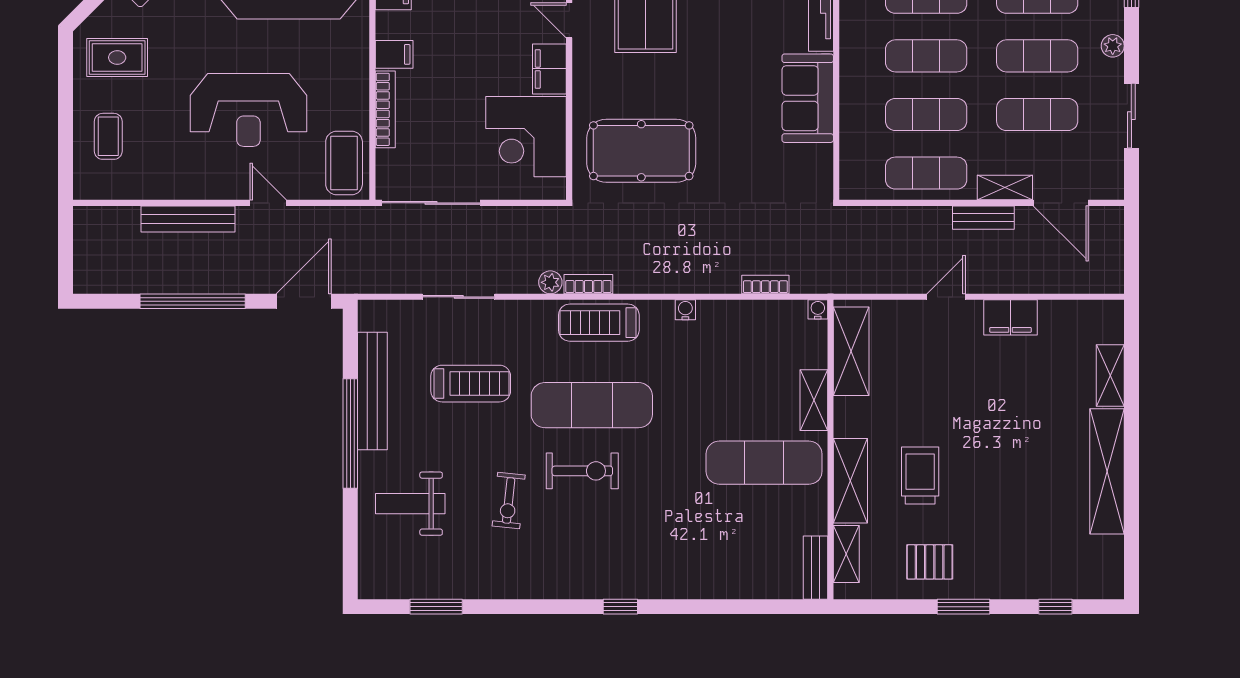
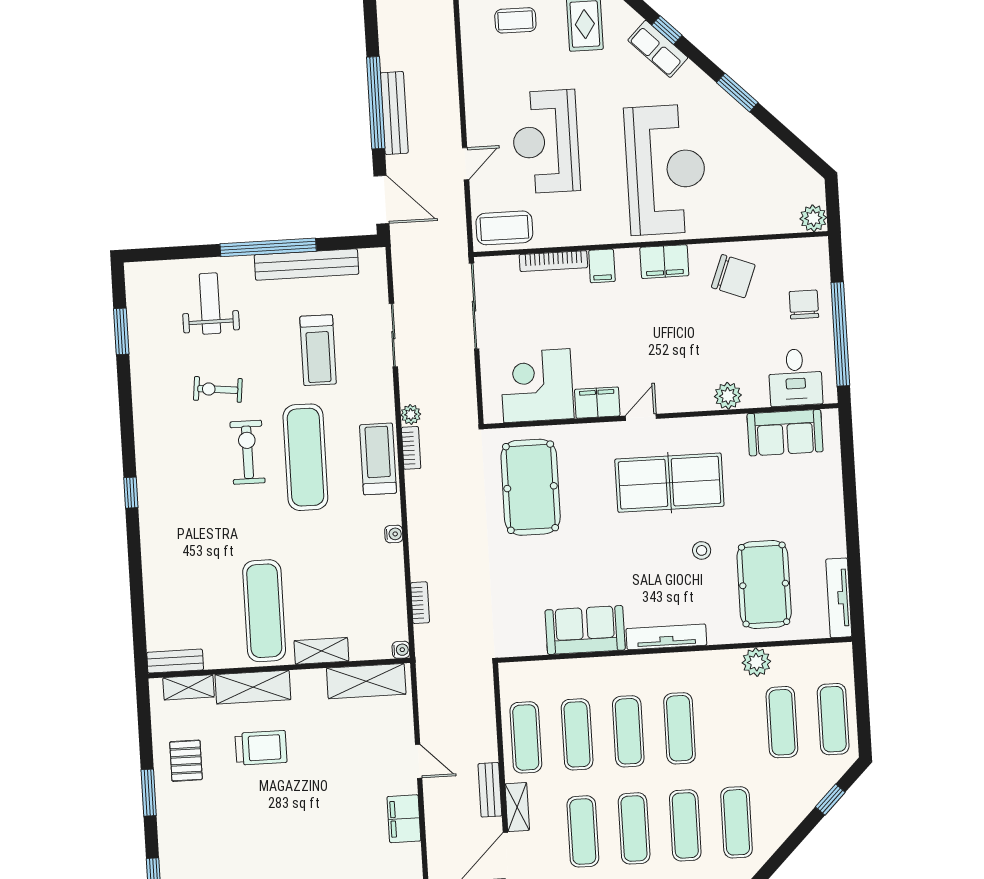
bench: (188, 219) -> (394, 113), moved
exercise bike: (582, 471) -> (248, 452), turned 180

